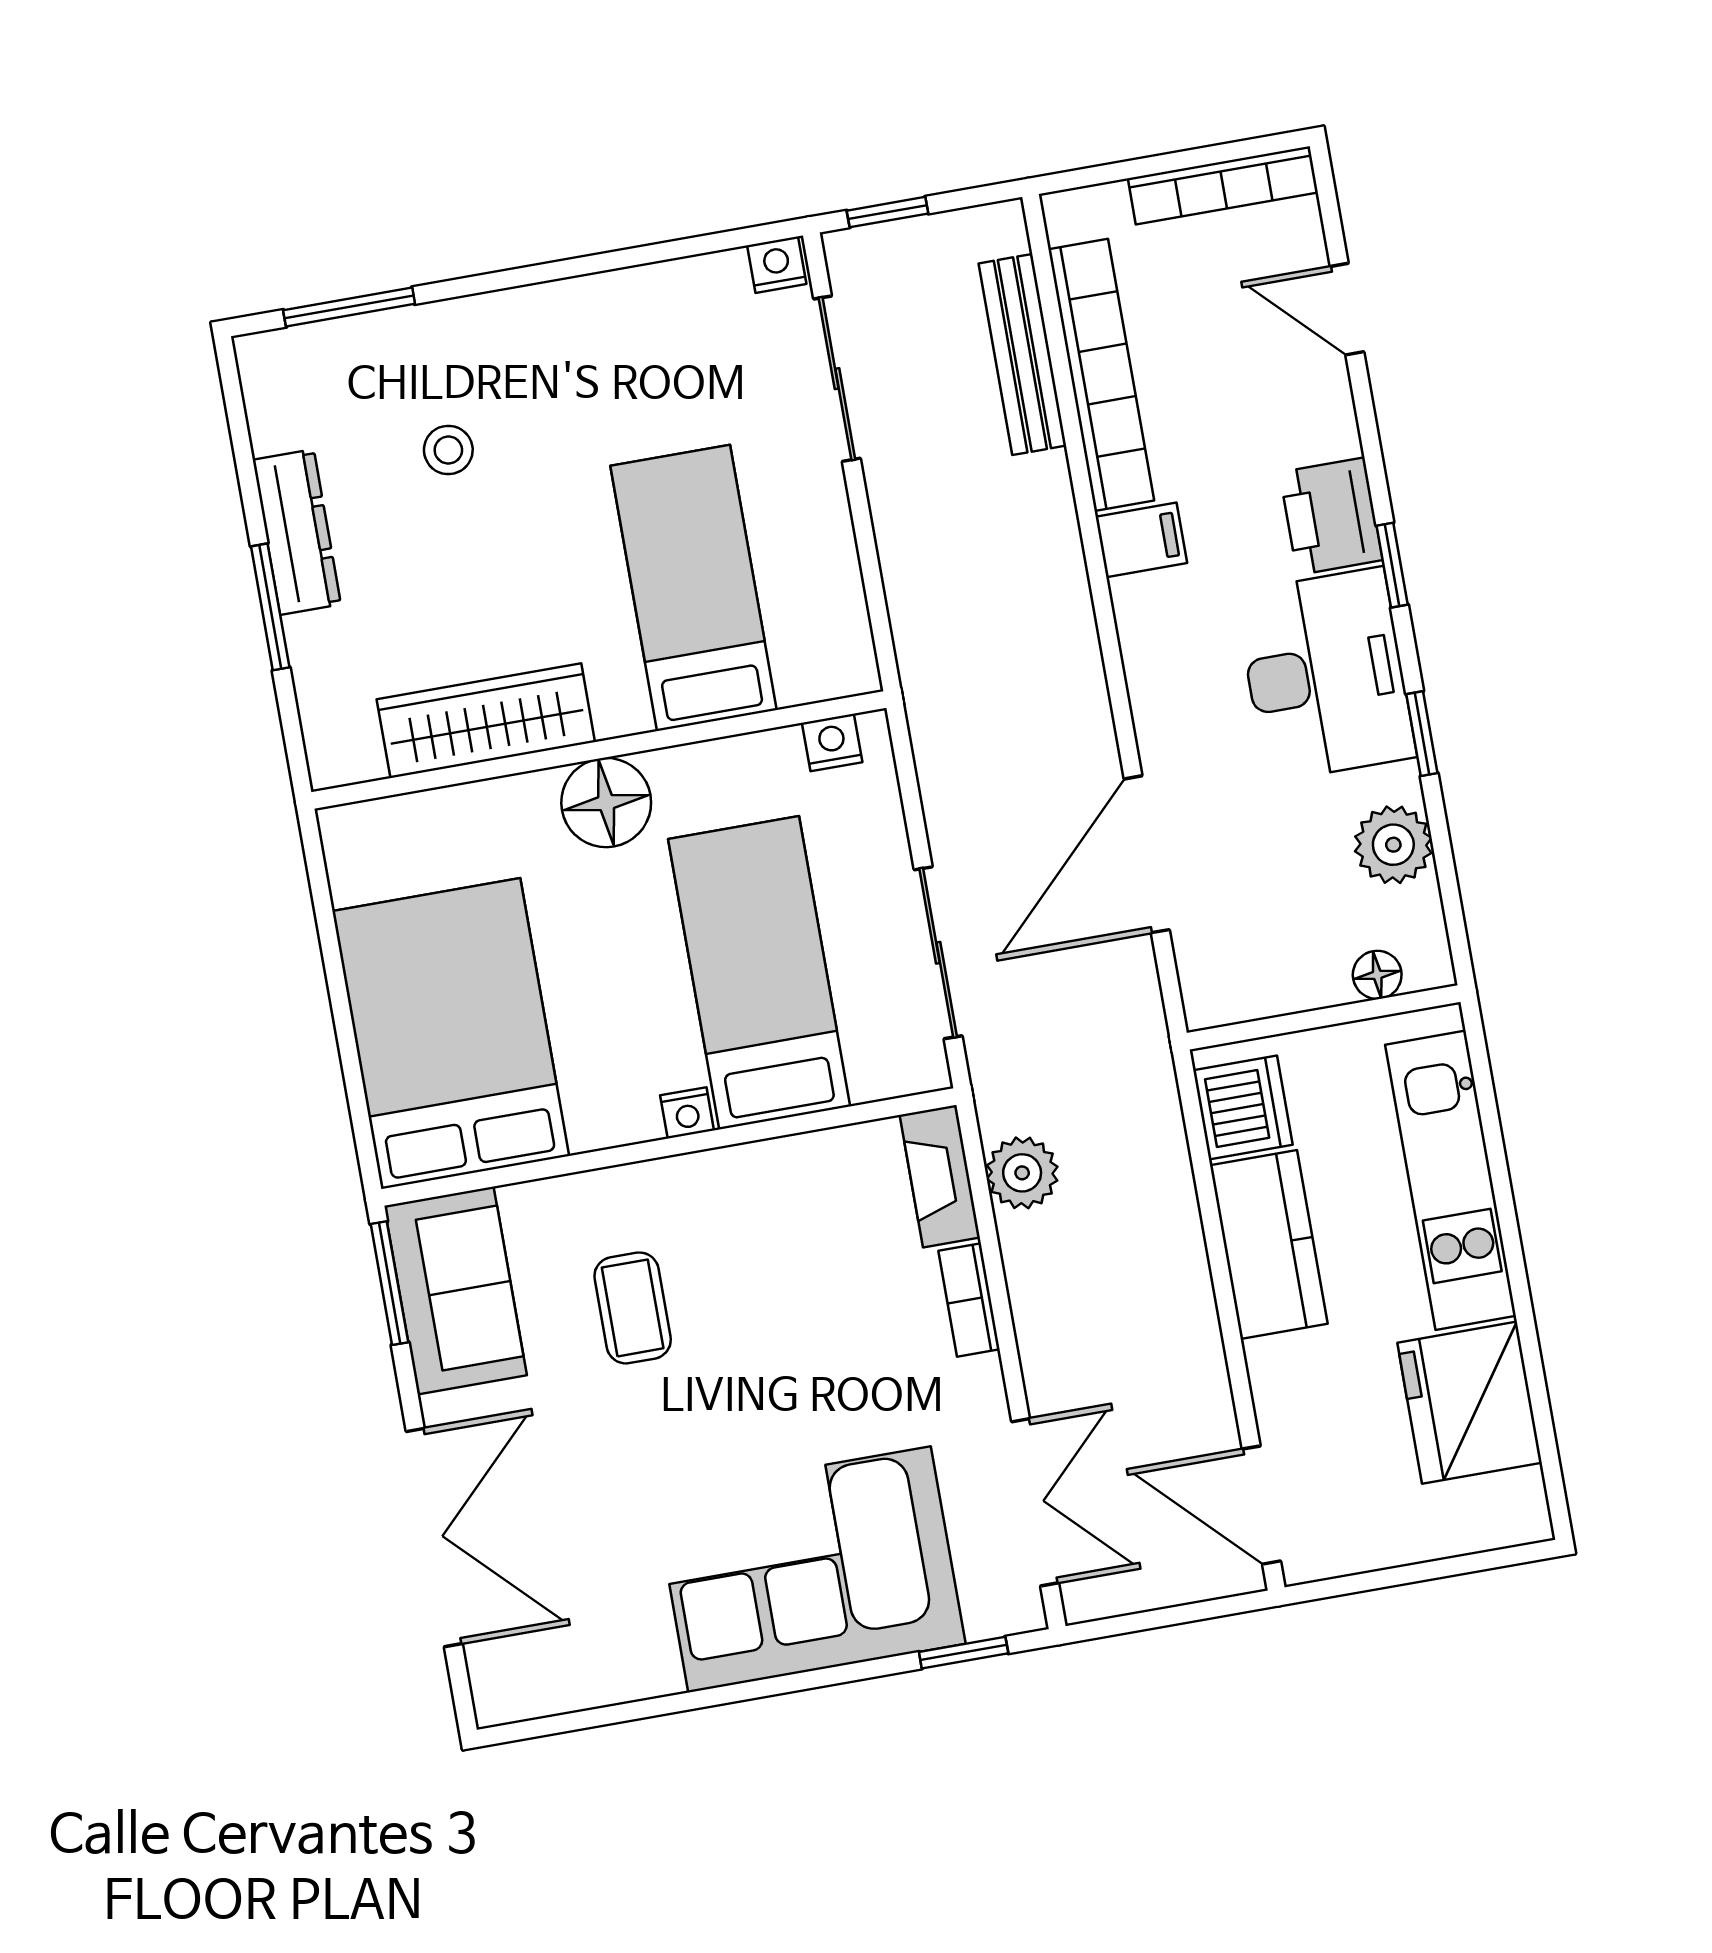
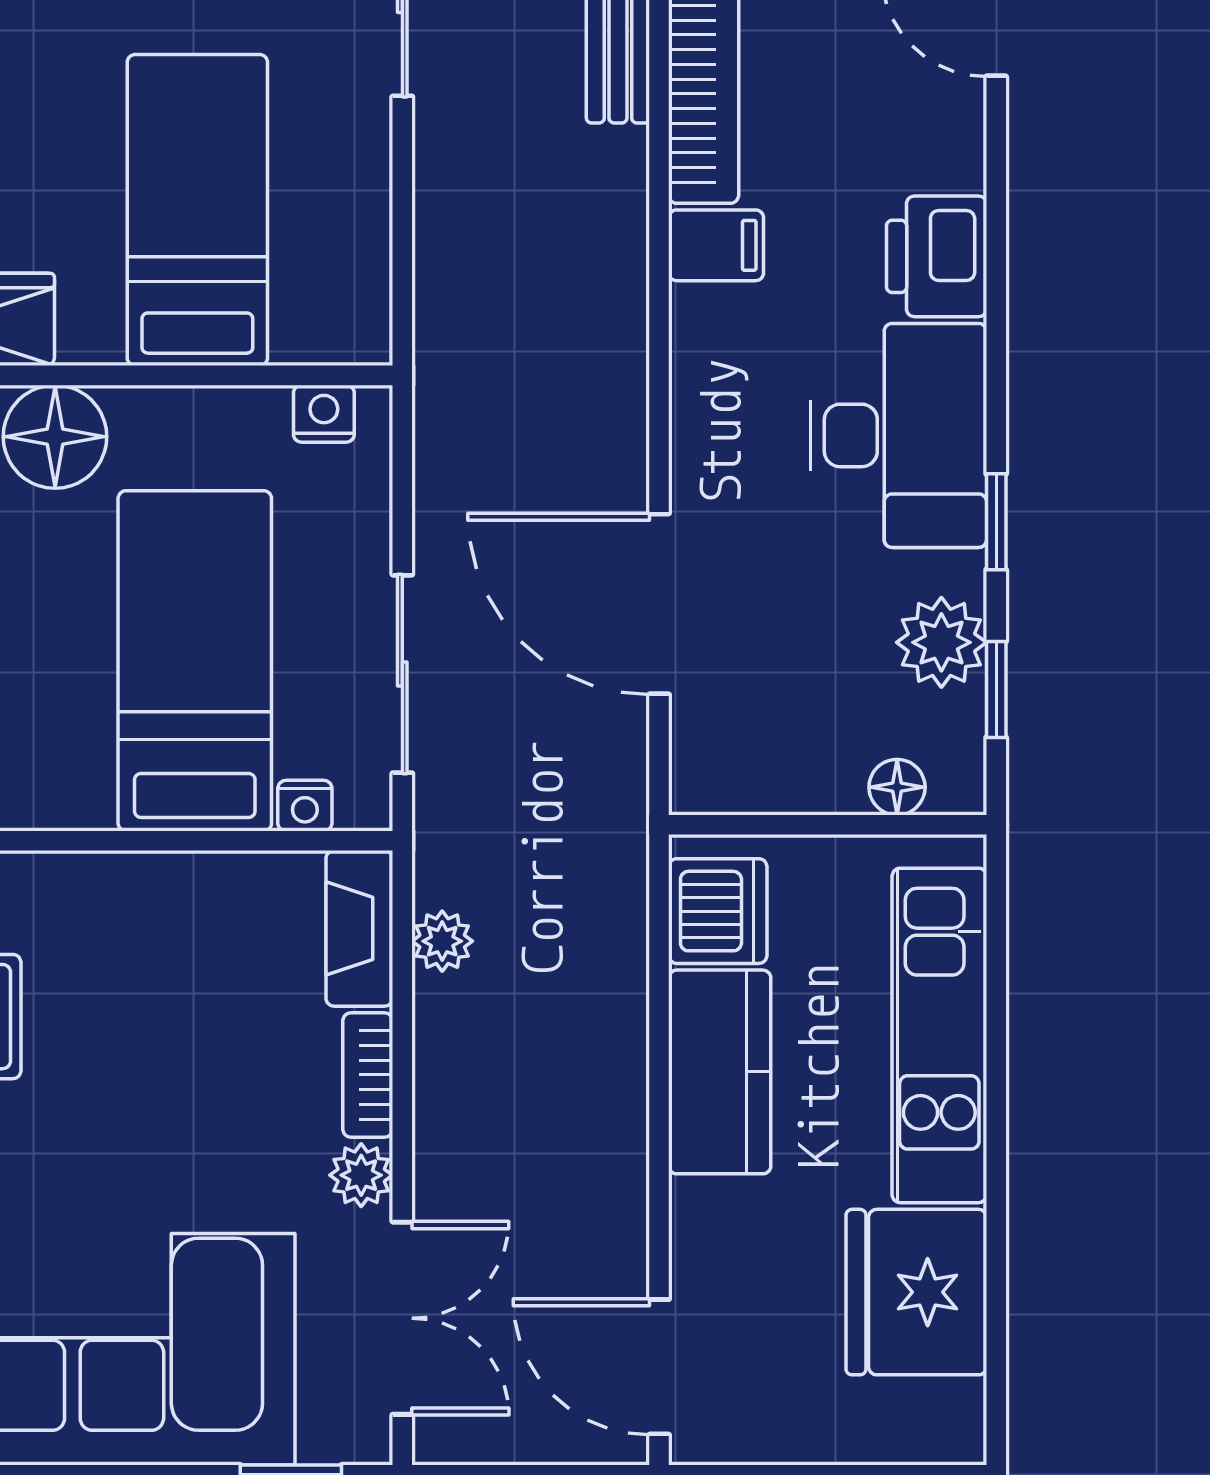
window: (1392, 565) -> (996, 689), moved
door: (1147, 854) -> (659, 604), hinge flipped
nightstand: (687, 1113) -> (305, 806), moved
plant: (1022, 1173) -> (442, 941), width x0.73, depth x0.73
plant: (978, 1386) -> (361, 1175), added

